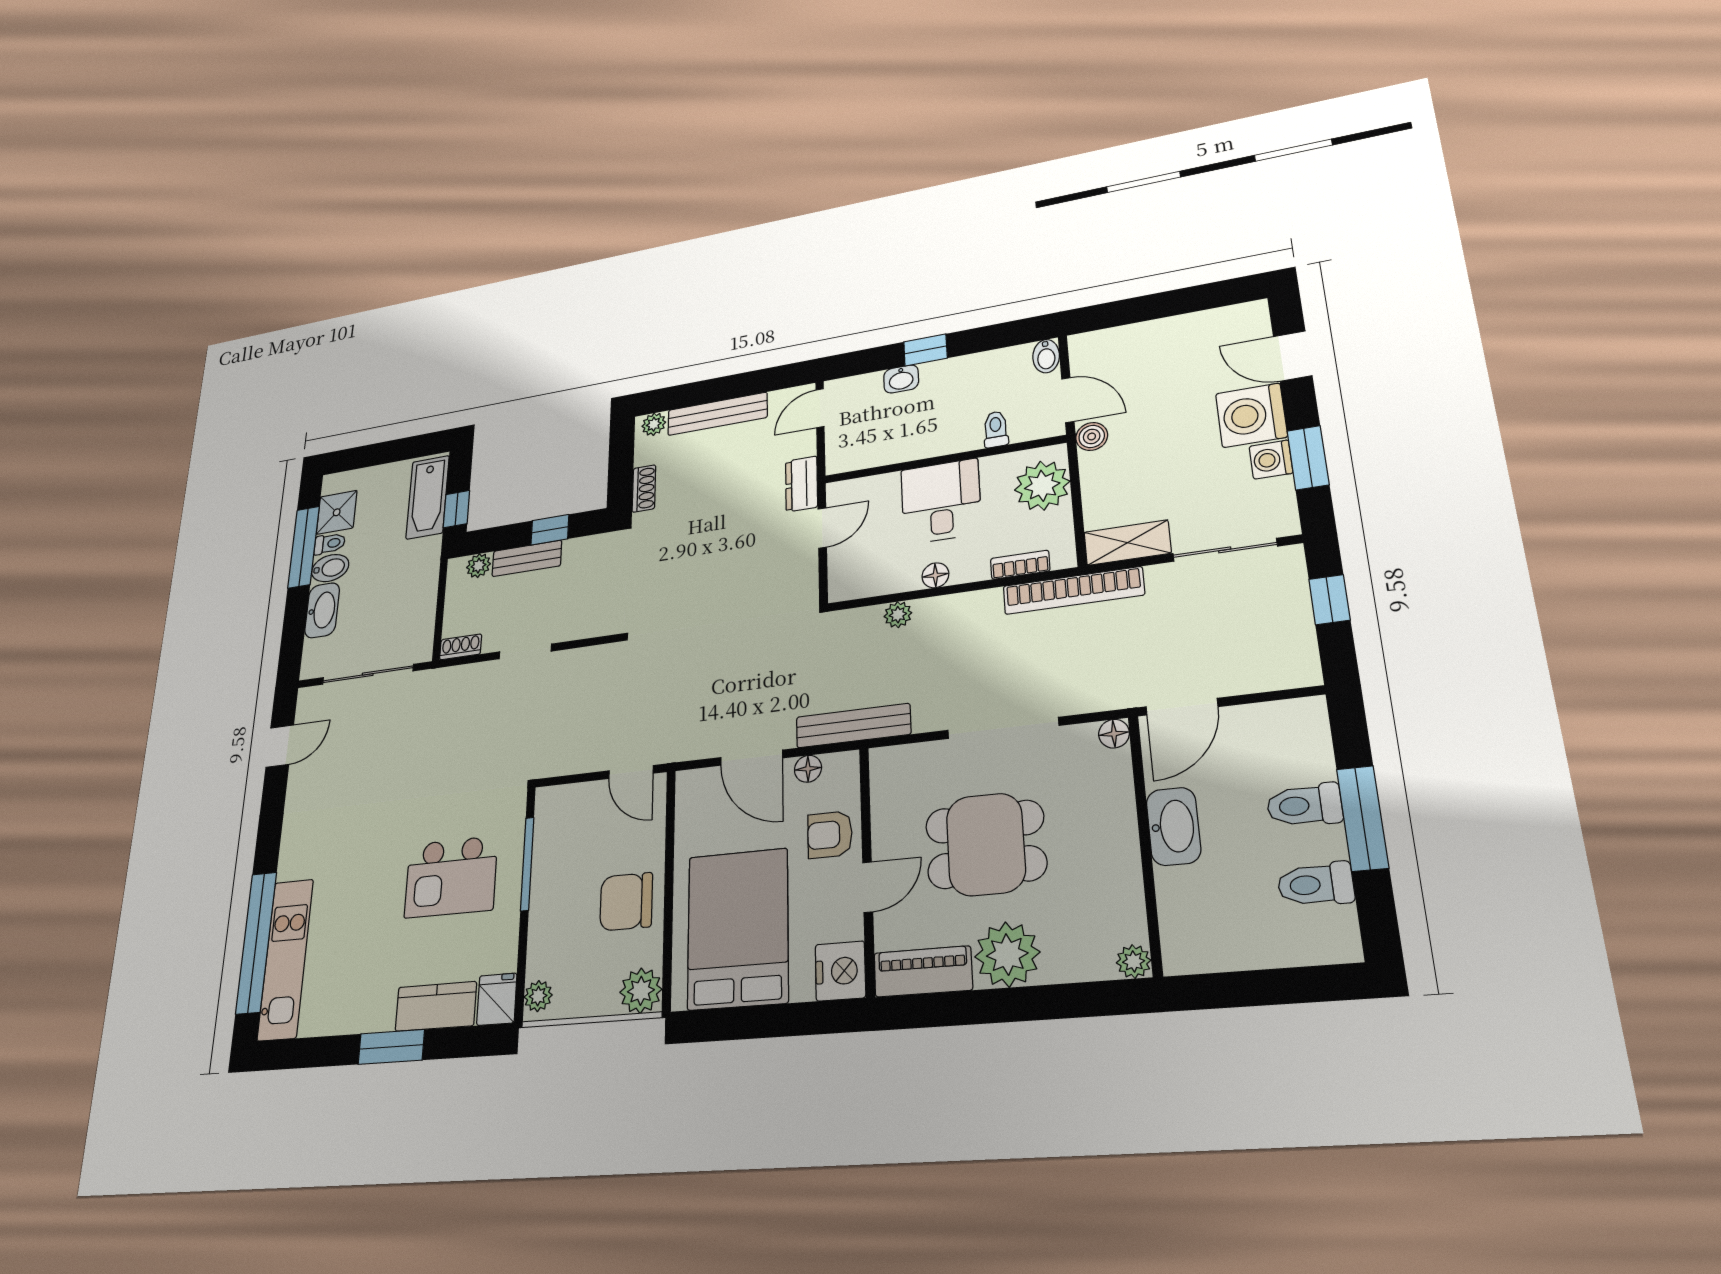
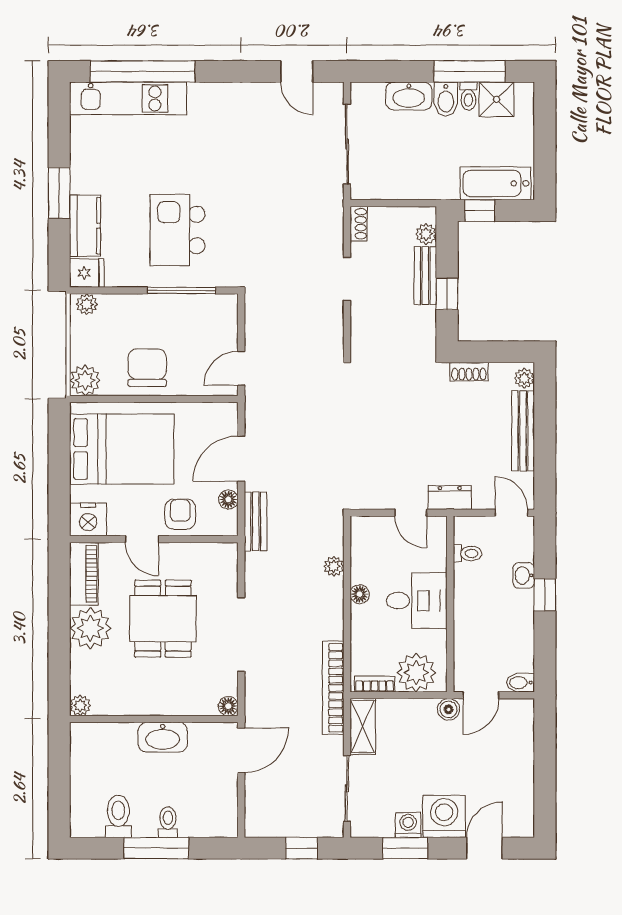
toilet: (996, 429) -> (467, 553), moved
bookcase: (1020, 565) -> (375, 684), moved, turned -90
door: (1182, 707) -> (241, 750), swing flipped
bench: (853, 726) -> (256, 521), width x0.73
toilet: (1304, 805) -> (168, 822), width x0.73, depth x0.72

